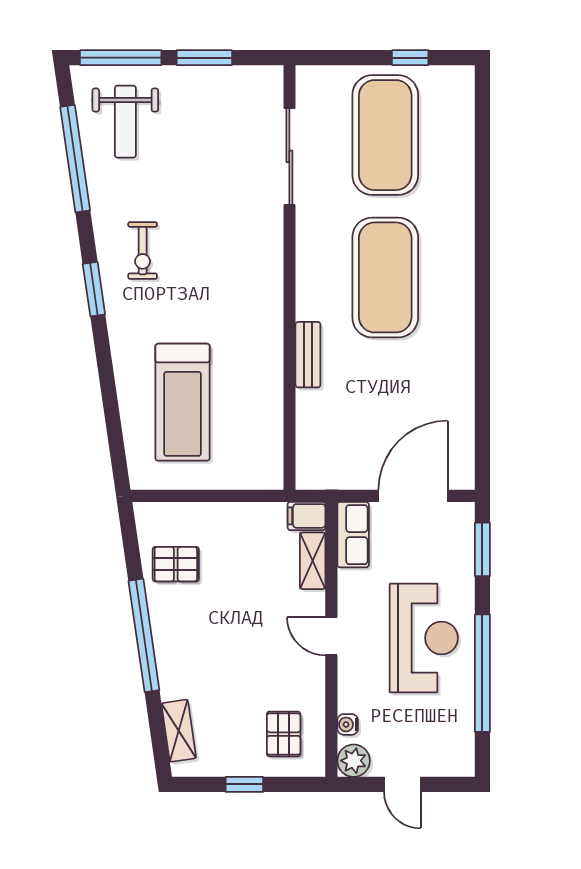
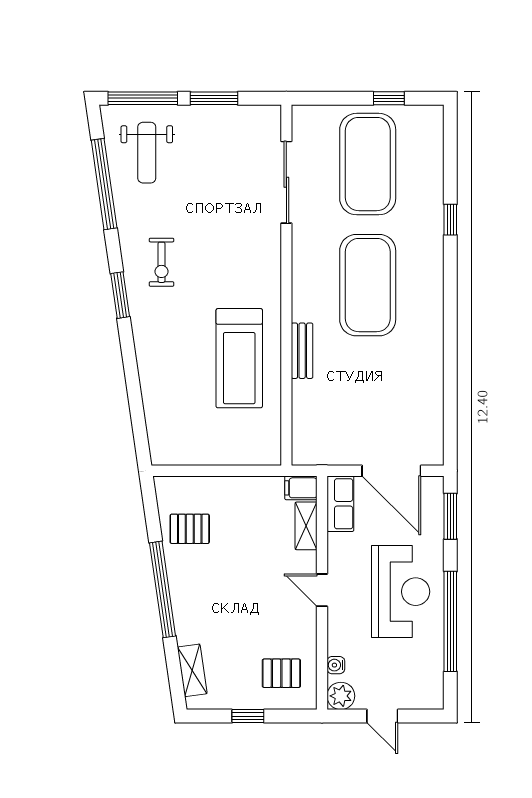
window: (482, 200) -> (450, 220), added
treadmill: (182, 402) -> (239, 358), moved
door: (413, 496) -> (391, 471), swing flipped
pallet: (284, 734) -> (281, 673), turned 90

